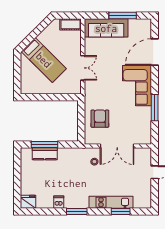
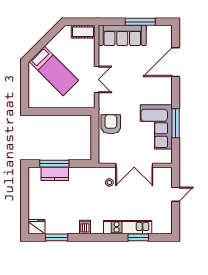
corner sofa: (137, 86) -> (156, 127), moved
armchair: (100, 119) -> (111, 124), moved
dishwasher: (59, 202) -> (85, 227), moved
window: (77, 212) -> (57, 237), moved

